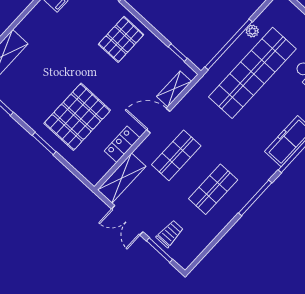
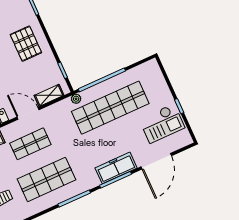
plant: (252, 31) -> (76, 99), moved
pallet: (121, 39) -> (26, 44), turned 90
shop shelf: (213, 189) -> (47, 179), width x1.43, depth x1.36

